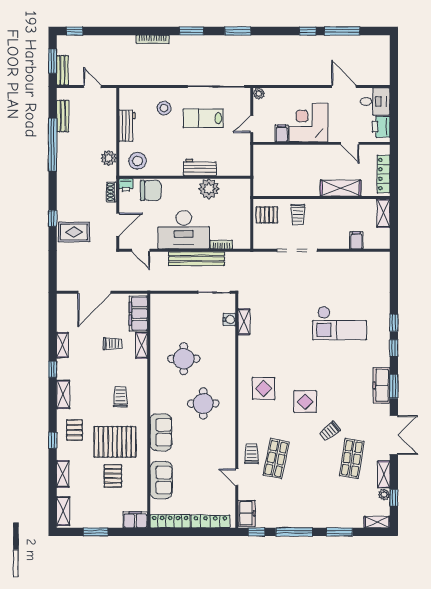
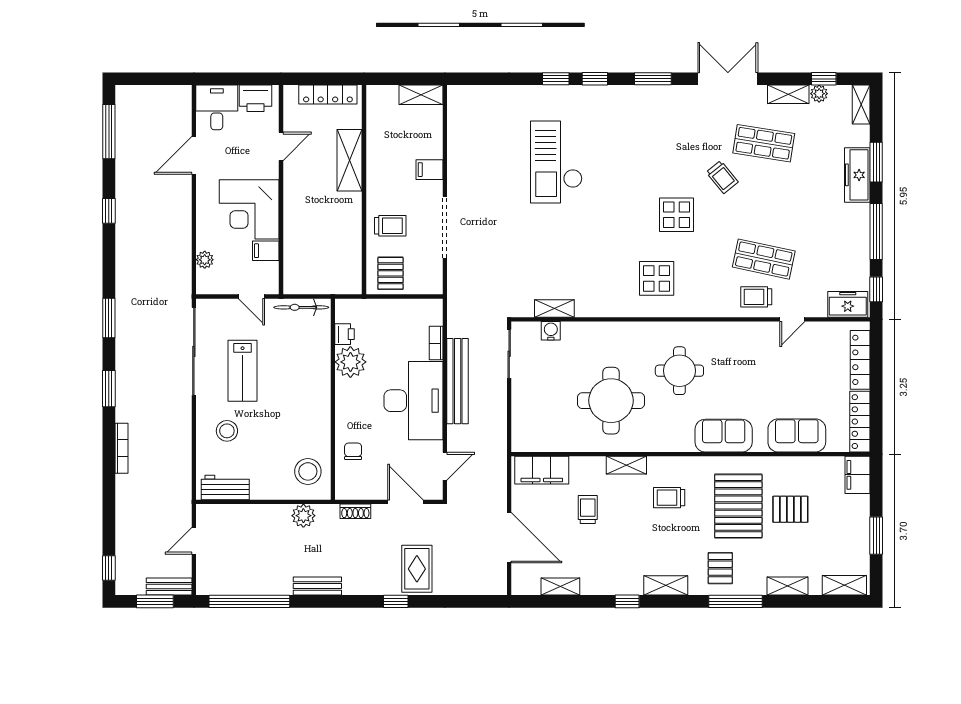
window: (342, 31) -> (109, 132), moved
plant: (259, 94) -> (205, 260), moved
bench: (63, 116) -> (317, 586), moved
workbench: (127, 126) -> (225, 487), moved
window: (53, 145) -> (249, 601), moved
bicycle: (245, 157) -> (301, 307), added
workbench: (200, 167) -> (318, 376), removed
printer: (126, 185) -> (345, 334), moved
chair: (151, 190) -> (353, 451), width x0.54, depth x0.54
shelving: (383, 213) -> (421, 95), moved
filing cabinet: (356, 240) -> (429, 170), moved
checkout: (339, 323) -> (556, 162), turned 180
shelving: (62, 345) -> (560, 586), moved
shelving: (142, 345) -> (626, 465), moved
round table: (184, 359) -> (611, 401), width x1.36, depth x1.36
freezer: (381, 385) -> (857, 175), moved, turned 90
pallet: (74, 430) -> (720, 568), turned 90
window: (53, 440) -> (736, 601), width x2.17

